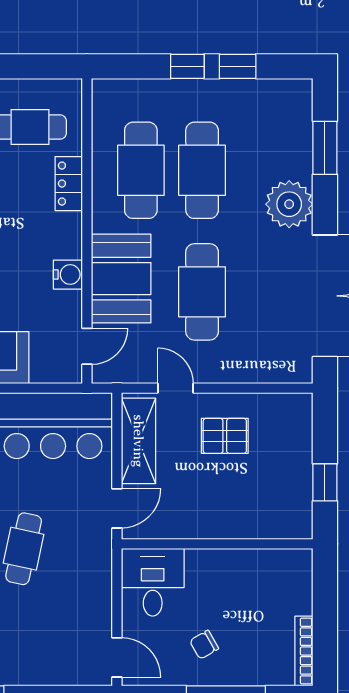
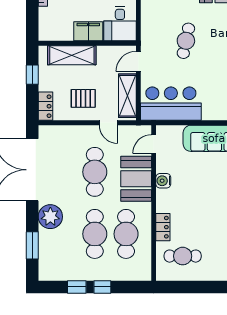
locker: (299, 421) -> (45, 106), added
shelving: (247, 520) -> (72, 55), added
filing cabinet: (215, 567) -> (88, 31), added

